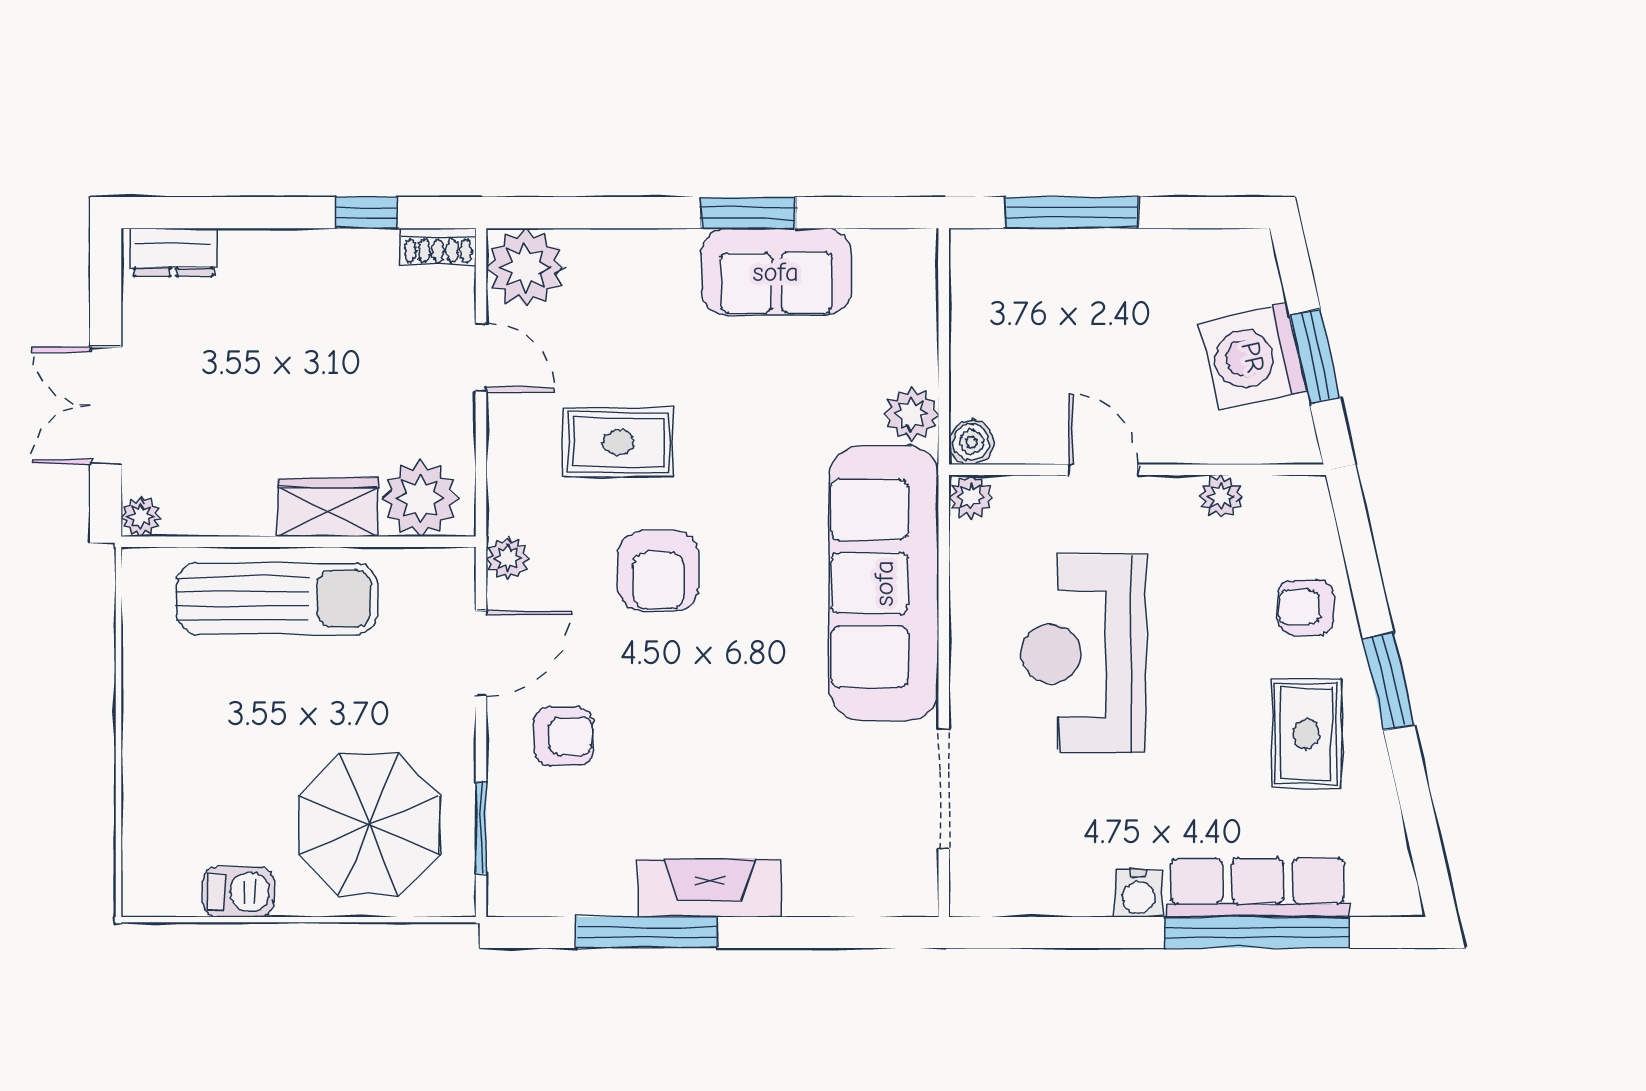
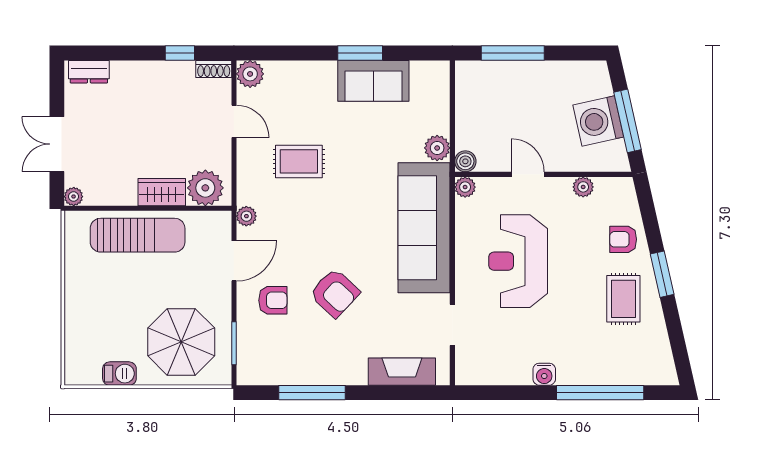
plant: (526, 267) -> (250, 74), width x0.73, depth x0.73
window: (1315, 356) -> (627, 121), width x1.44
armchair: (658, 571) -> (335, 293), moved, turned -47
doorway: (944, 789) -> (452, 325), width x0.73
fireplace: (709, 888) -> (402, 372), moved
row of seats: (1258, 888) -> (600, 372), removed

